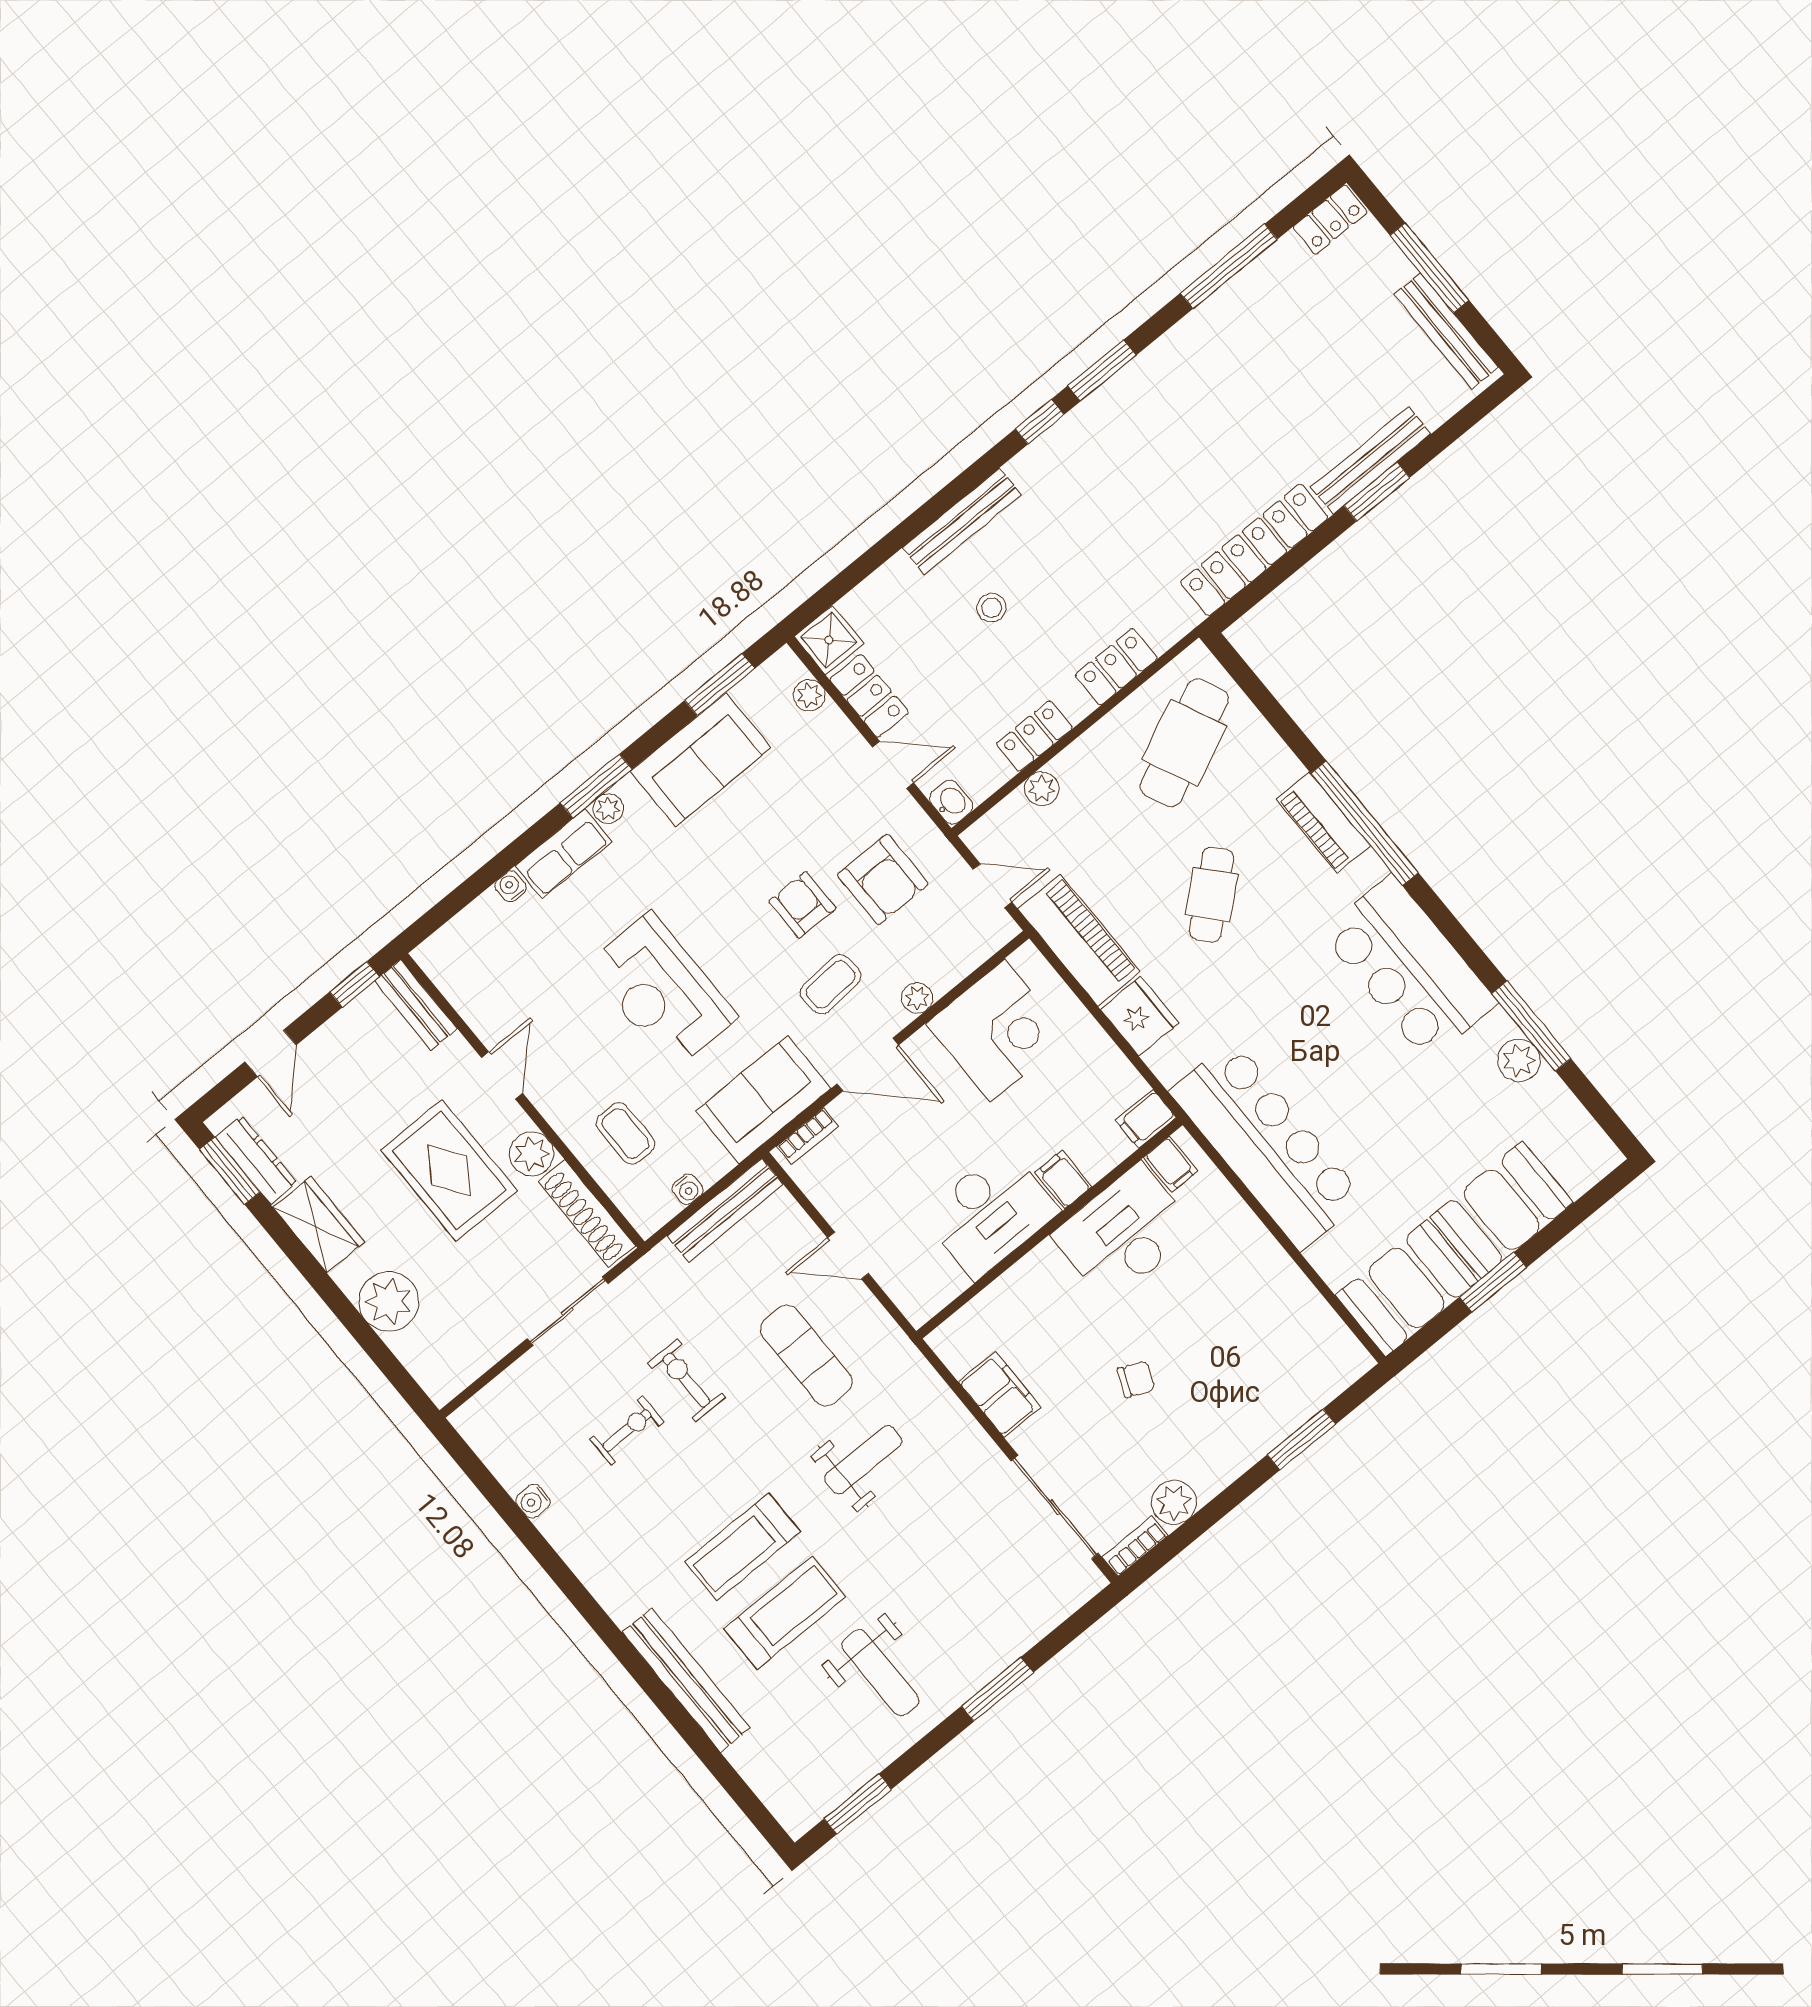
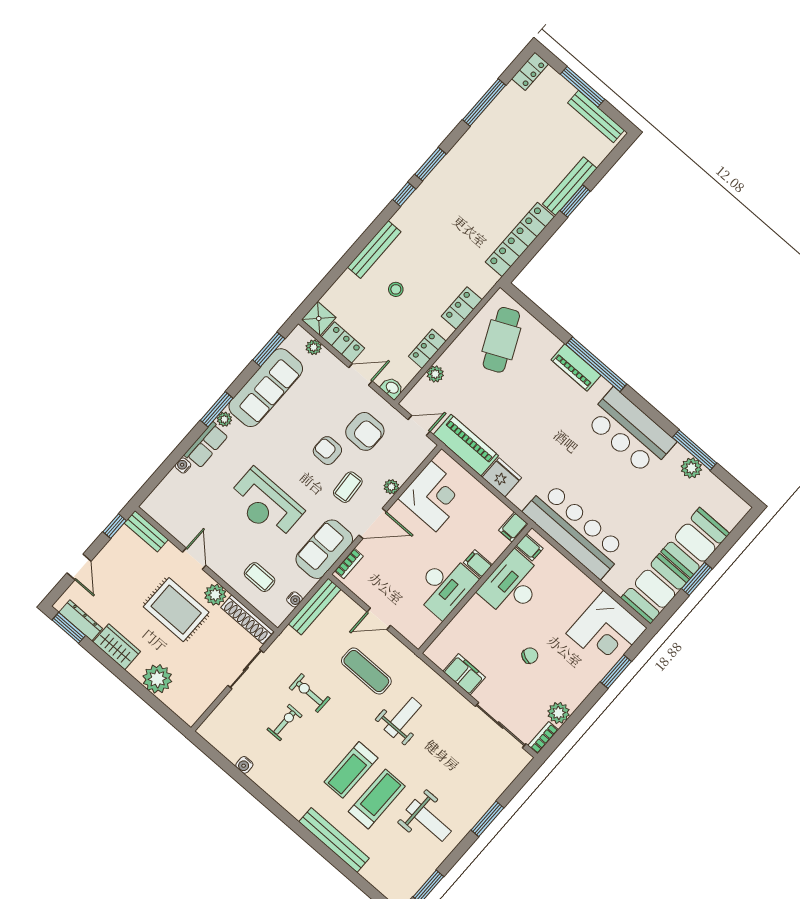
sofa: (701, 760) -> (266, 388), width x1.36
cafe table: (1212, 895) -> (527, 412), removed
corner desk: (1296, 1355) -> (607, 631), added

